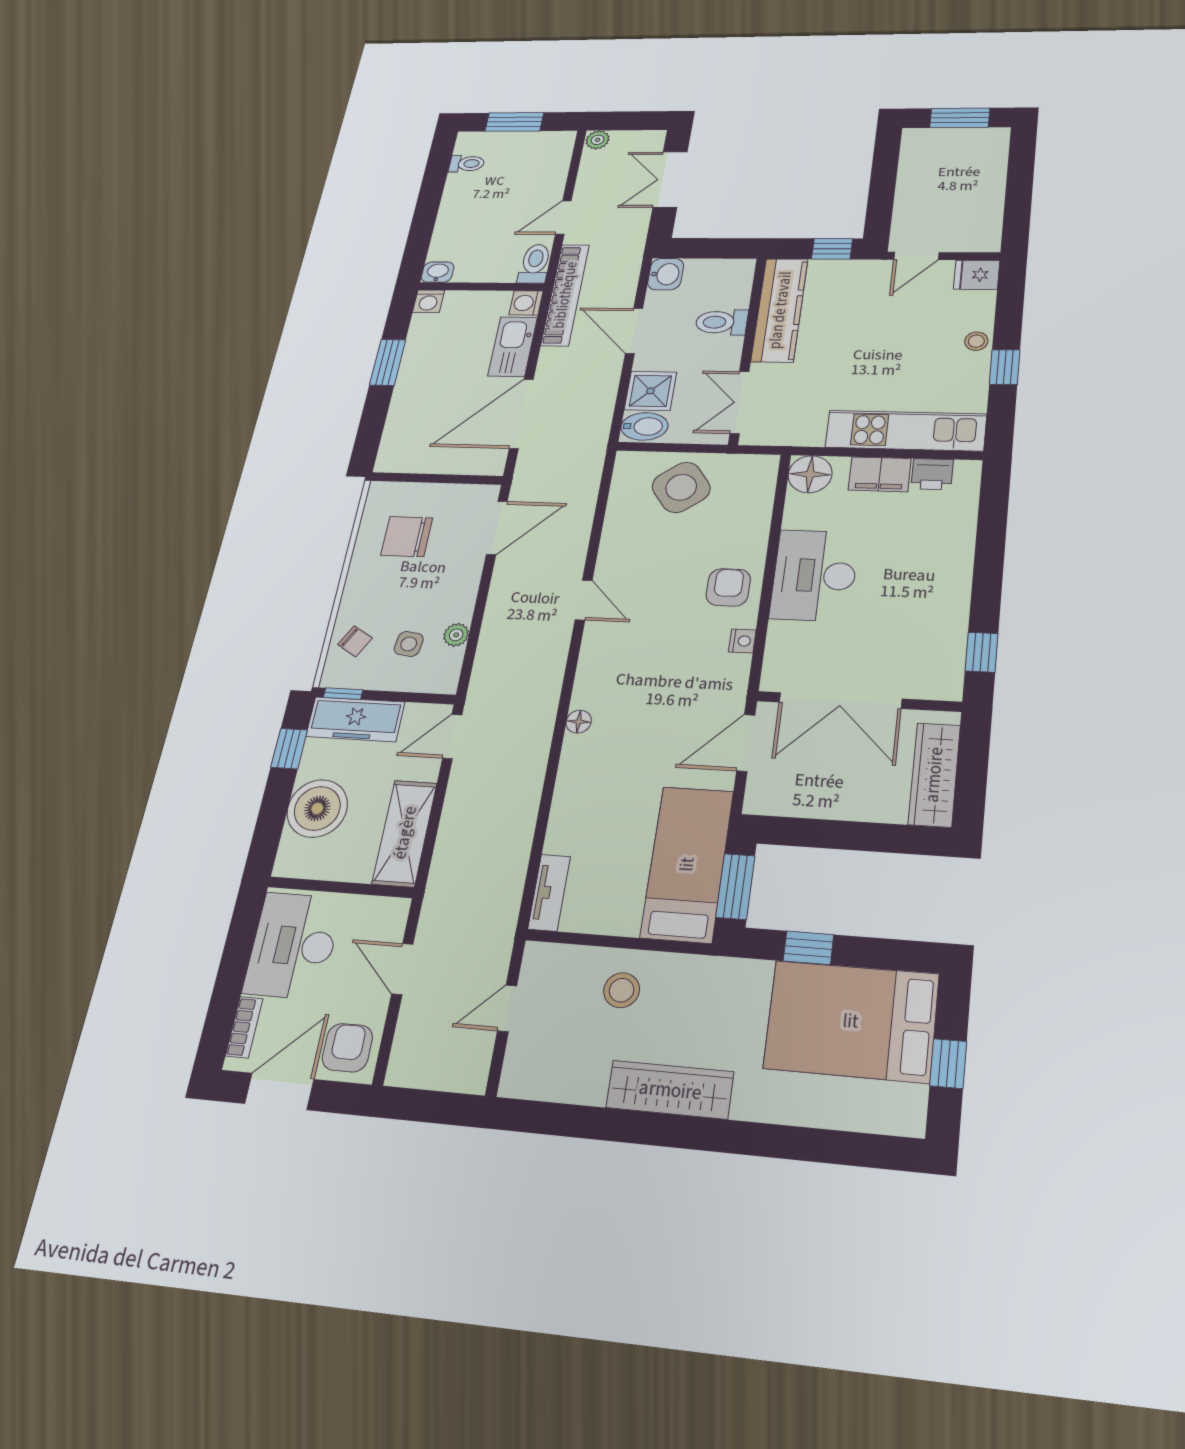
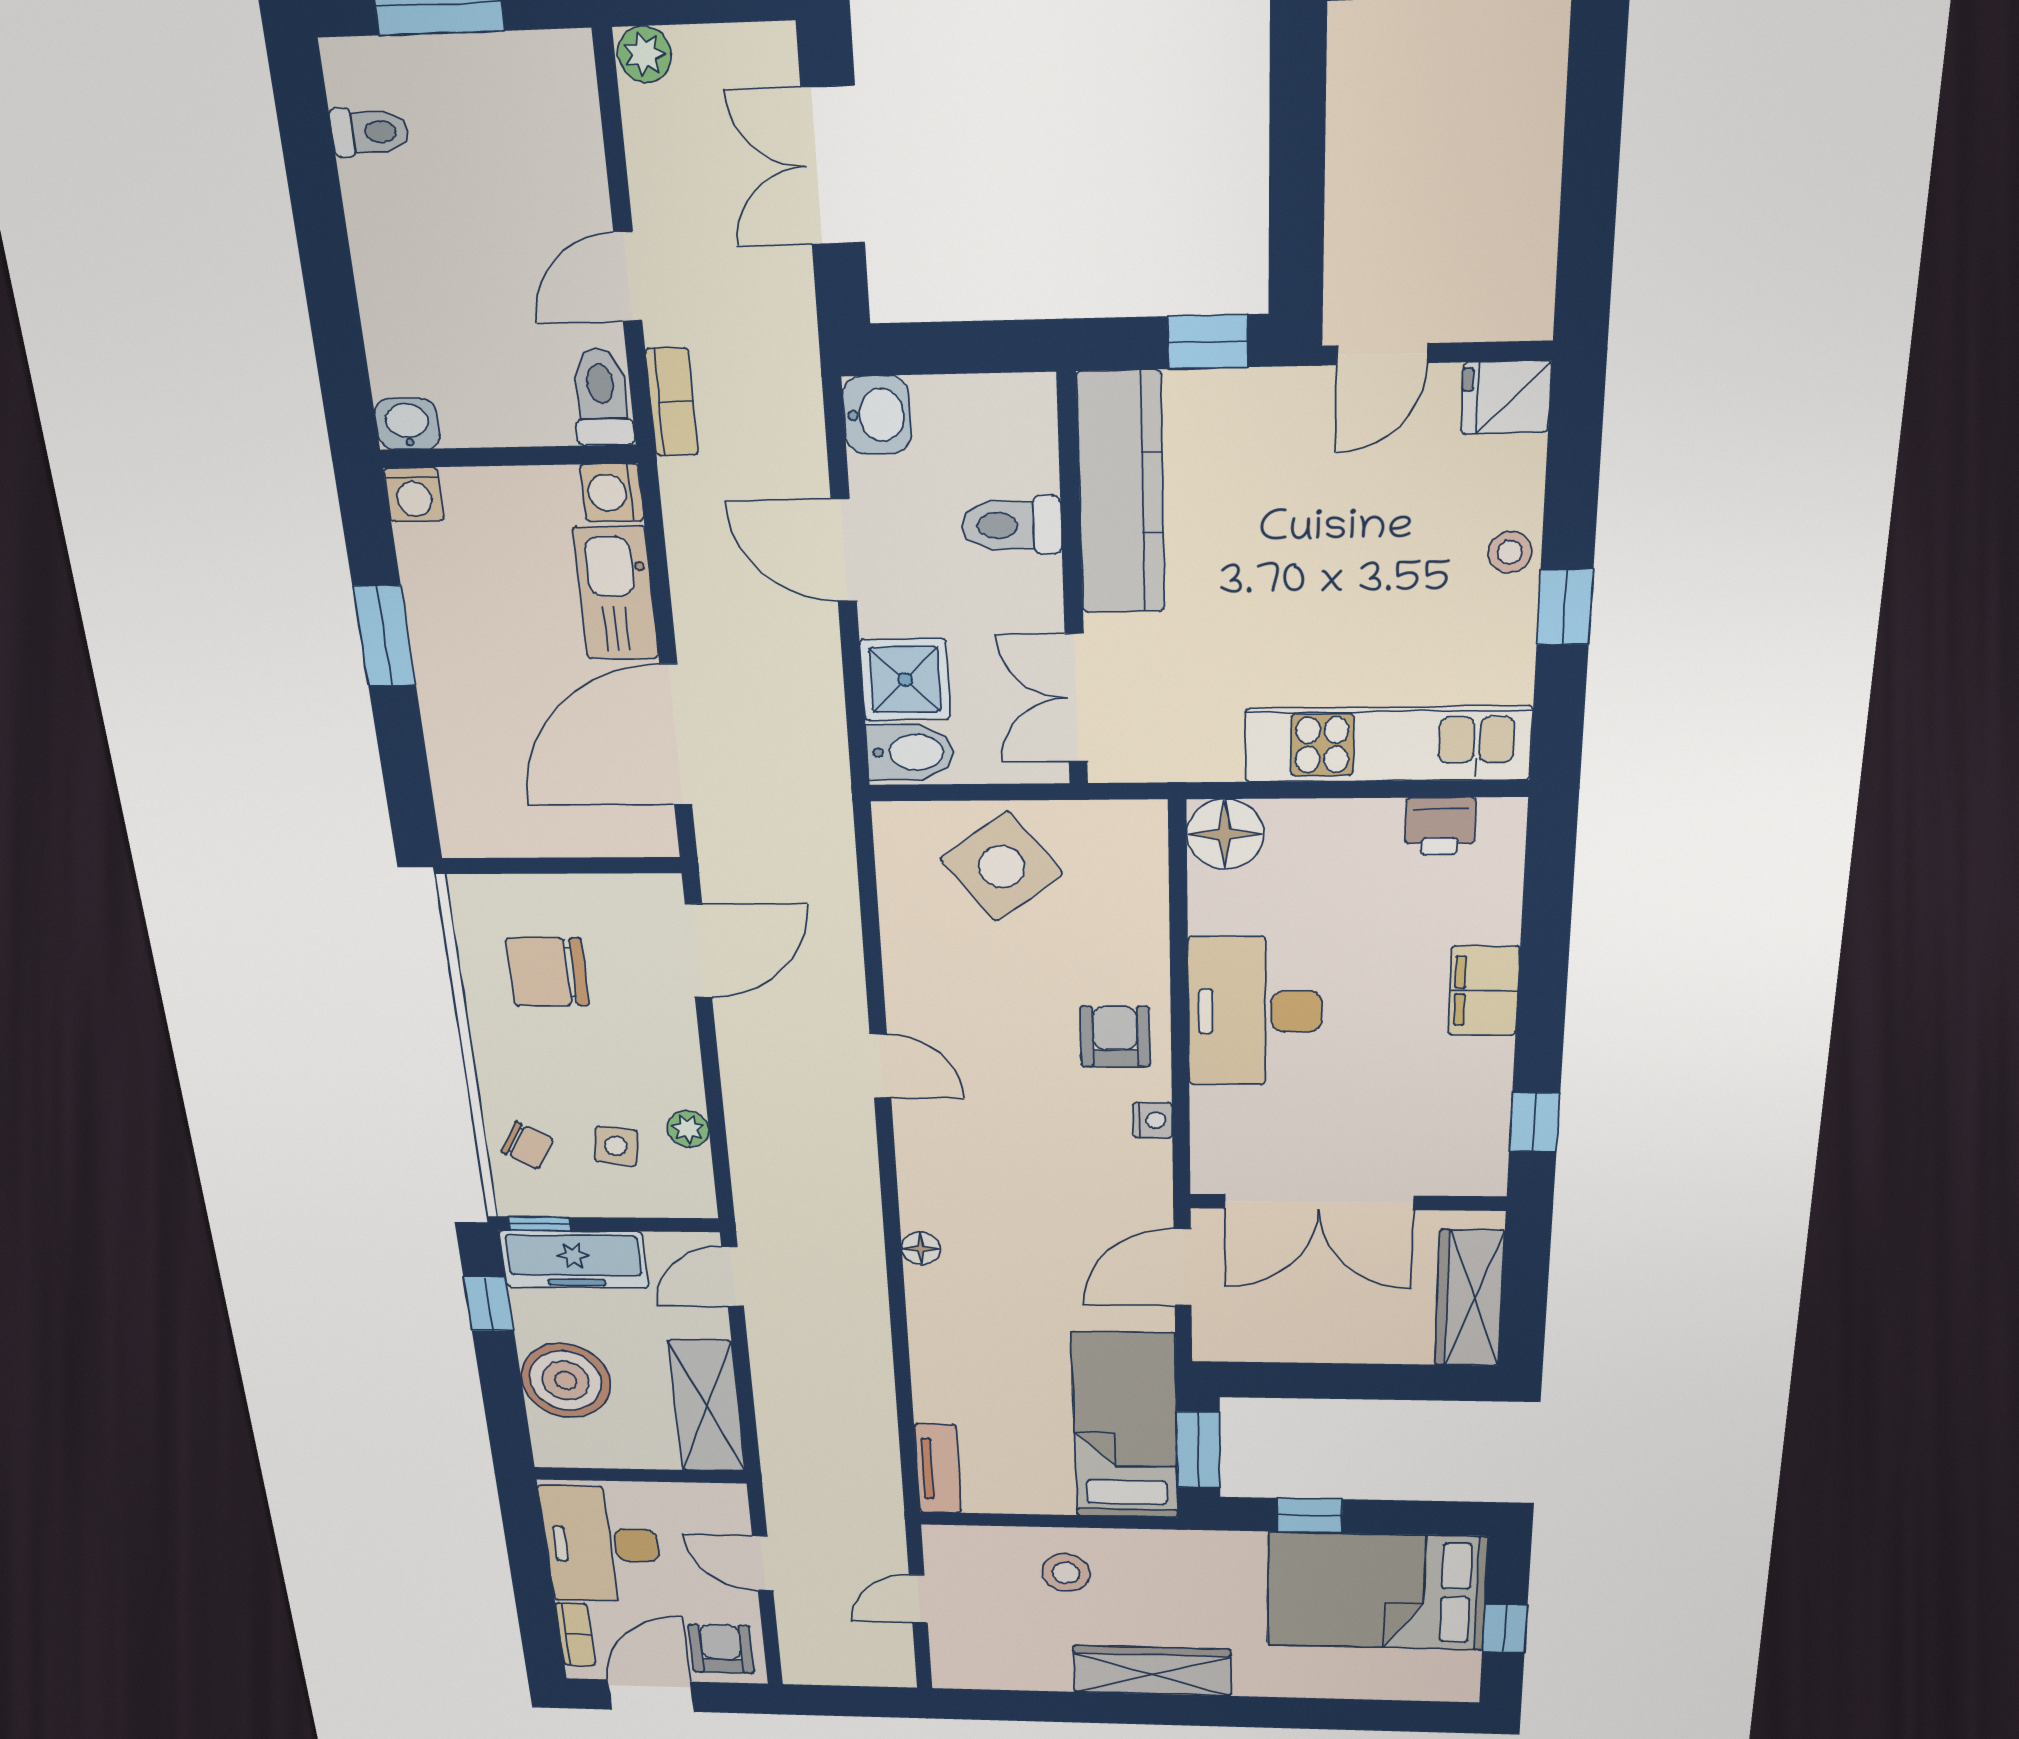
bookcase: (565, 295) -> (672, 402), width x0.43, depth x0.76
filing cabinet: (880, 474) -> (1484, 991), moved, turned 90

